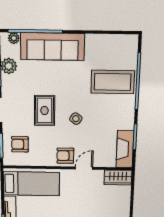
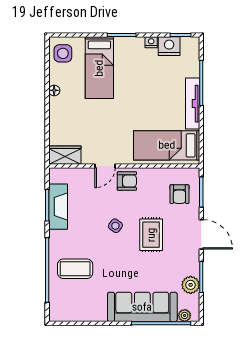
coffee table: (113, 82) -> (75, 269), width x0.73, depth x0.76
armchair: (20, 144) -> (179, 194), turned 90
fireplace: (125, 149) -> (58, 207), moved

